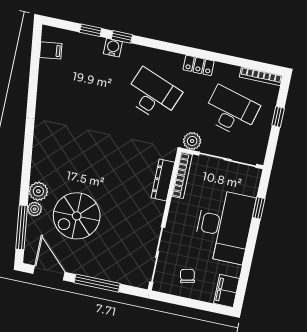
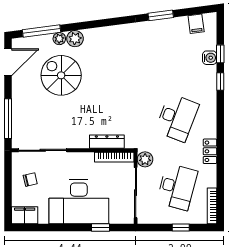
water cooler: (113, 48) -> (210, 58), moved
window: (33, 89) -> (161, 15), added
window: (97, 283) -> (8, 119), moved

